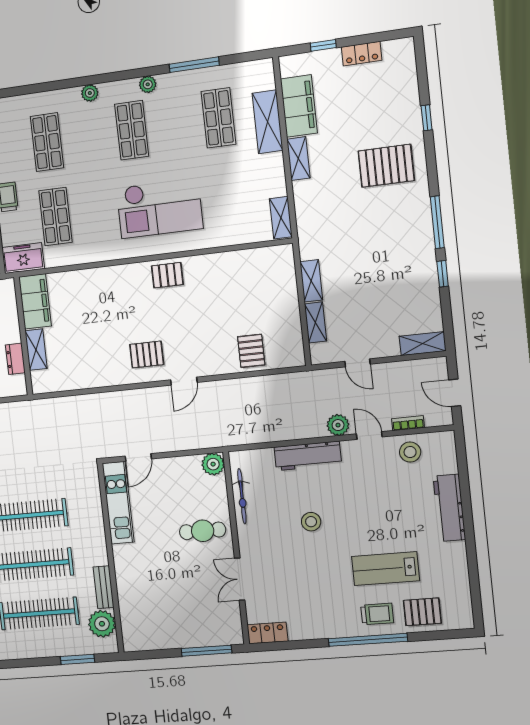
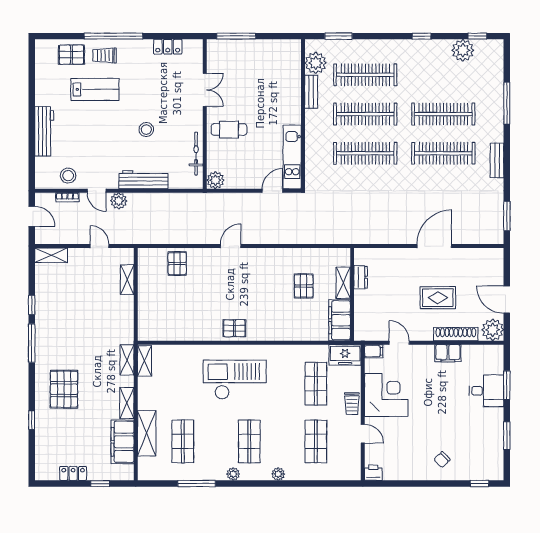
pallet: (386, 166) -> (64, 389), turned 90
shelving: (311, 281) -> (127, 360), moved
pallet: (147, 354) -> (304, 286), moved, turned 90
locker: (267, 633) -> (168, 47), moved

